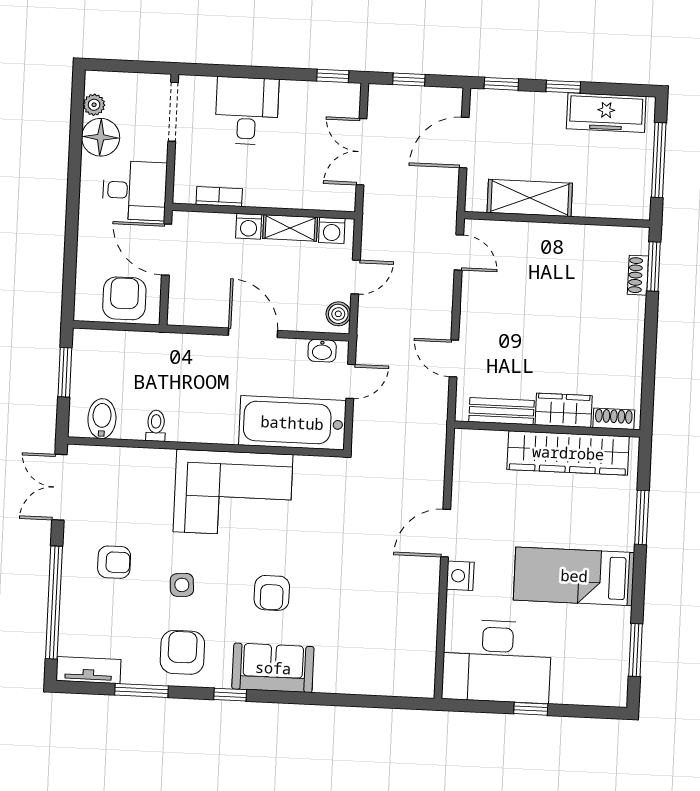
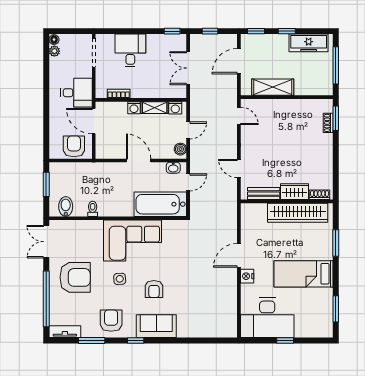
floor lamp: (101, 137) -> (54, 40), moved, width x0.53, depth x0.53
armchair: (114, 562) -> (75, 277), width x1.88, depth x1.88
side table: (182, 585) -> (120, 279), moved

